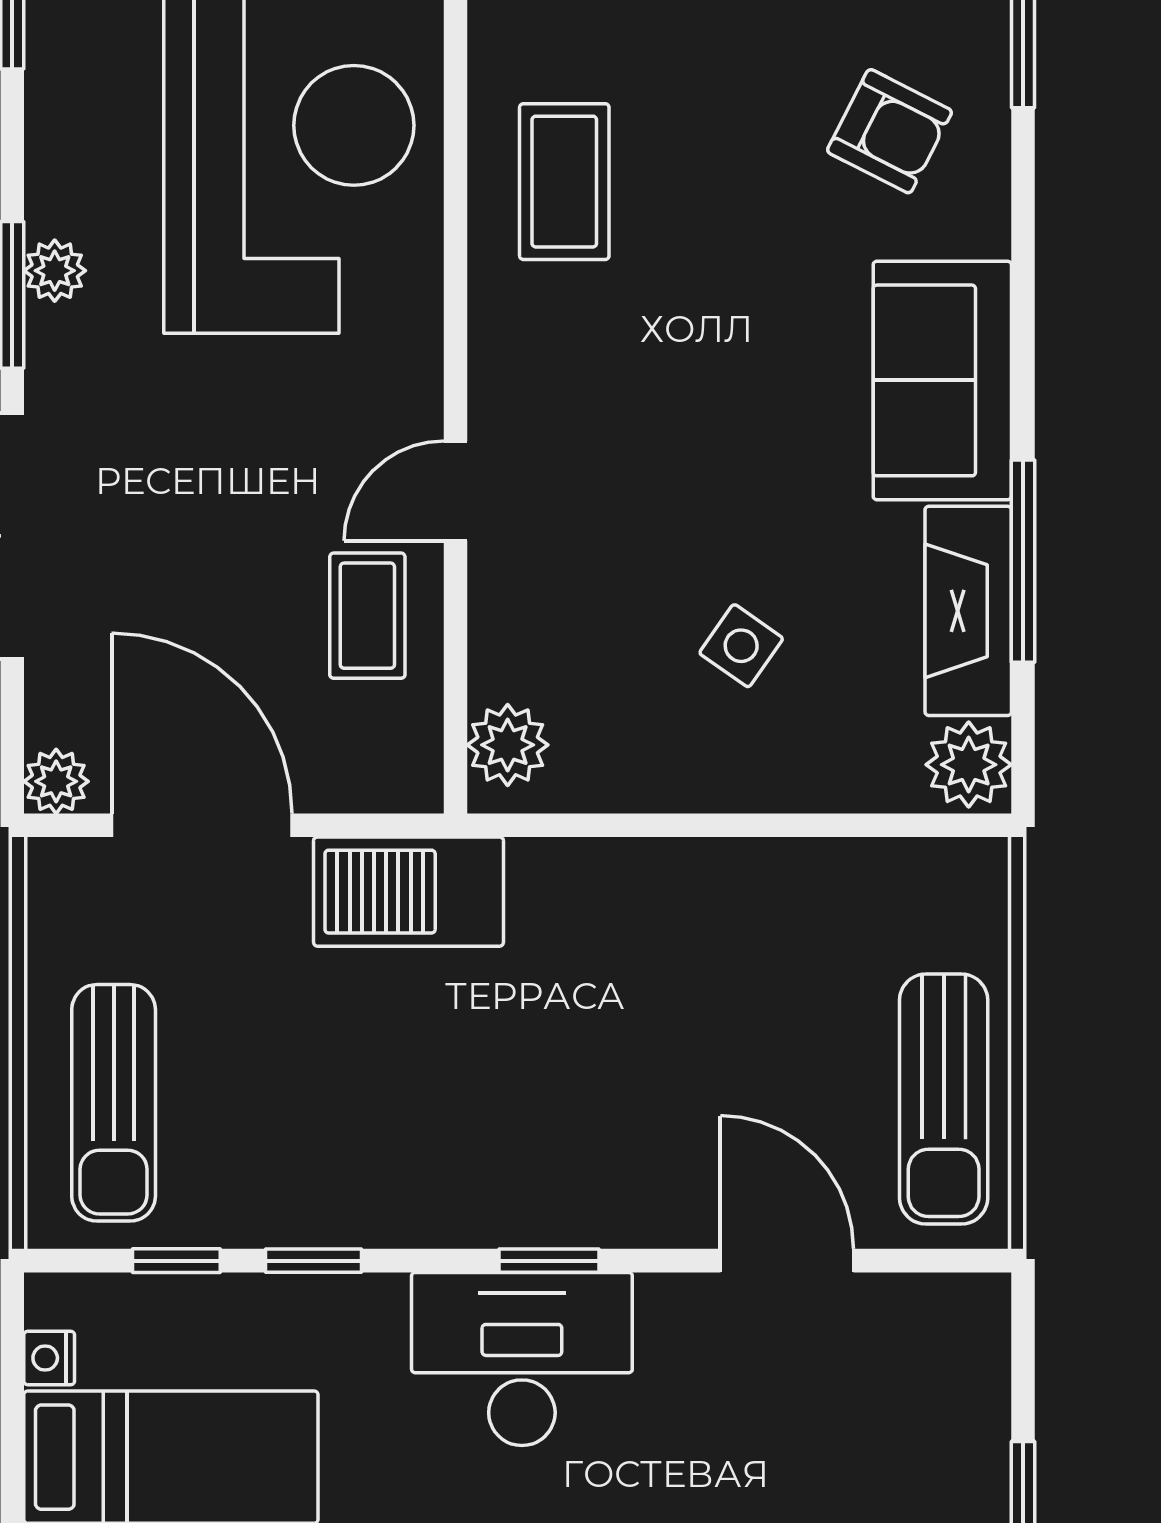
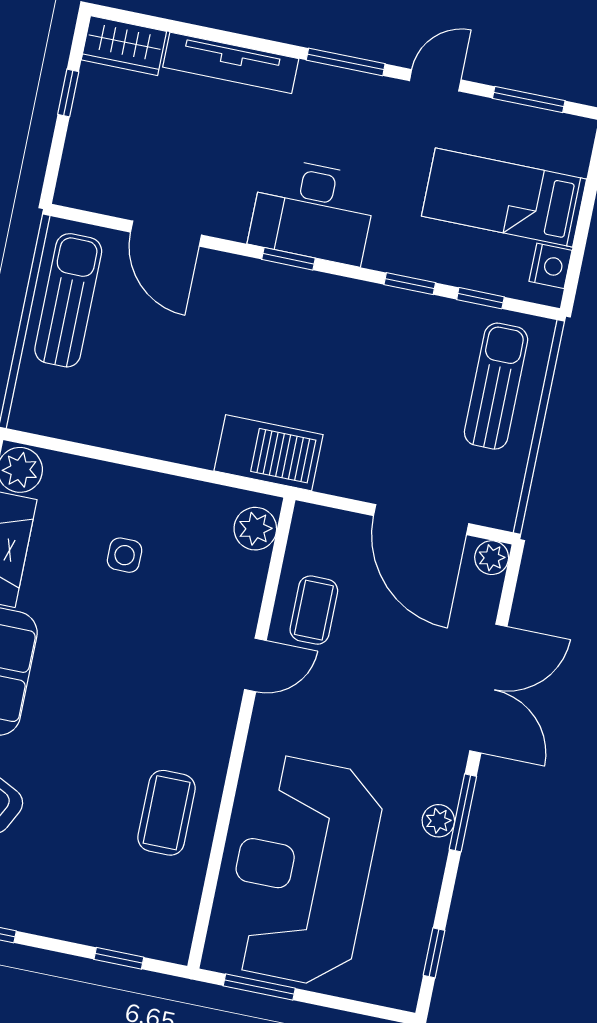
side table: (741, 646) -> (125, 555), turned -35
barbecue: (408, 892) -> (269, 453), moved
nightstand: (49, 1358) -> (550, 266), width x1.39, depth x1.35

